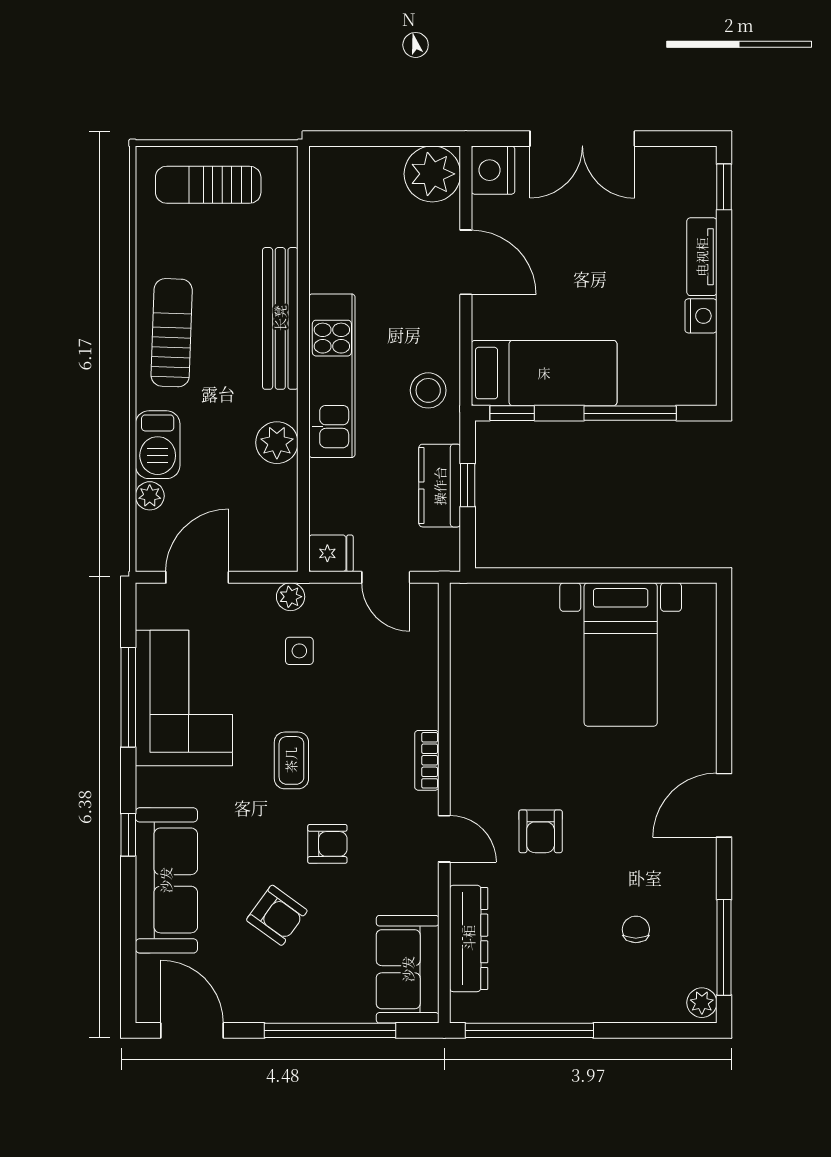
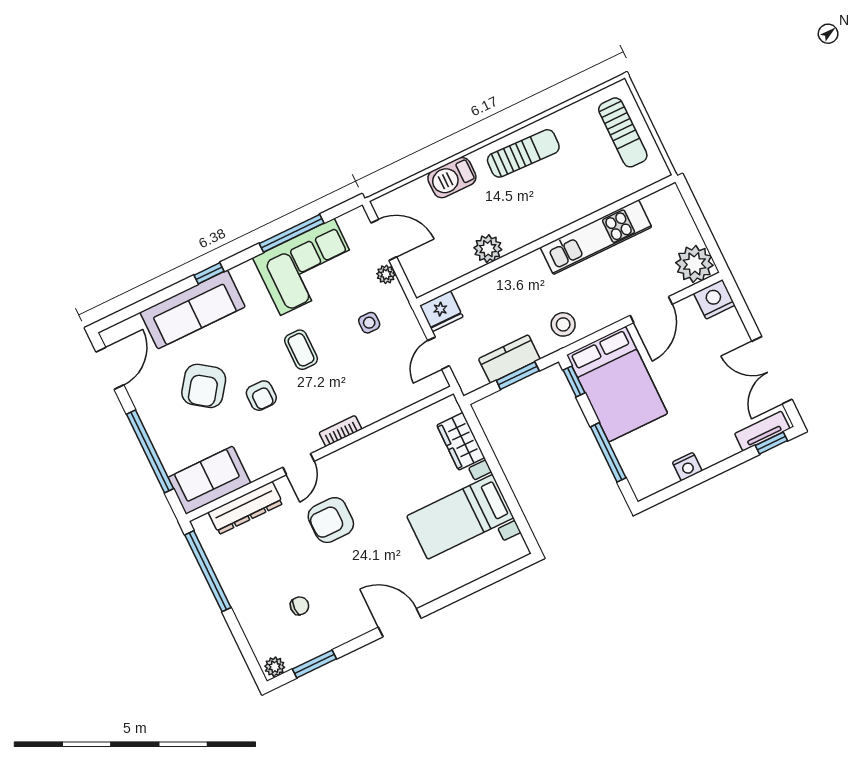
double door: (582, 139) -> (772, 370), moved
sun lounger: (208, 185) -> (623, 132), turned 180
tv unit: (702, 257) -> (762, 431), moved
bench: (280, 318) -> (563, 215), removed
bed: (544, 373) -> (617, 384), width x1.50
kitchen unit: (332, 376) -> (596, 237), moved
window: (468, 485) -> (518, 376), width x1.50
plant: (150, 496) -> (419, 188), removed
fridge: (331, 553) -> (441, 311), width x1.38
plant: (291, 597) -> (386, 274), moved
wardrobe: (519, 605) -> (461, 441), added
coffee table: (291, 760) -> (301, 350), turned 90
armchair: (541, 831) -> (331, 520), width x1.38, depth x1.38
armchair: (277, 915) -> (204, 386), width x1.38, depth x1.38
window: (724, 947) -> (314, 664), width x0.69

